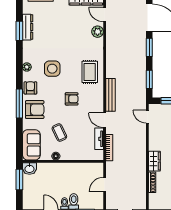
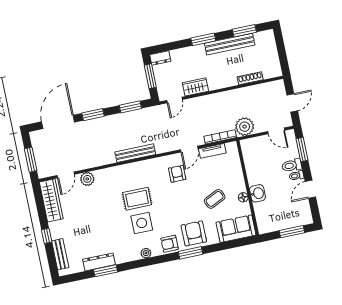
rug: (90, 72) -> (137, 199), moved
bench: (110, 95) -> (135, 153), moved
armchair: (72, 99) -> (177, 174), moved
window: (19, 103) -> (190, 253), width x0.69
wardrobe: (154, 161) -> (195, 87), moved
washbasin: (29, 169) -> (258, 193), moved
plant: (113, 169) -> (245, 127), added
window: (19, 180) -> (292, 232), moved
door: (105, 184) -> (276, 131), moved

